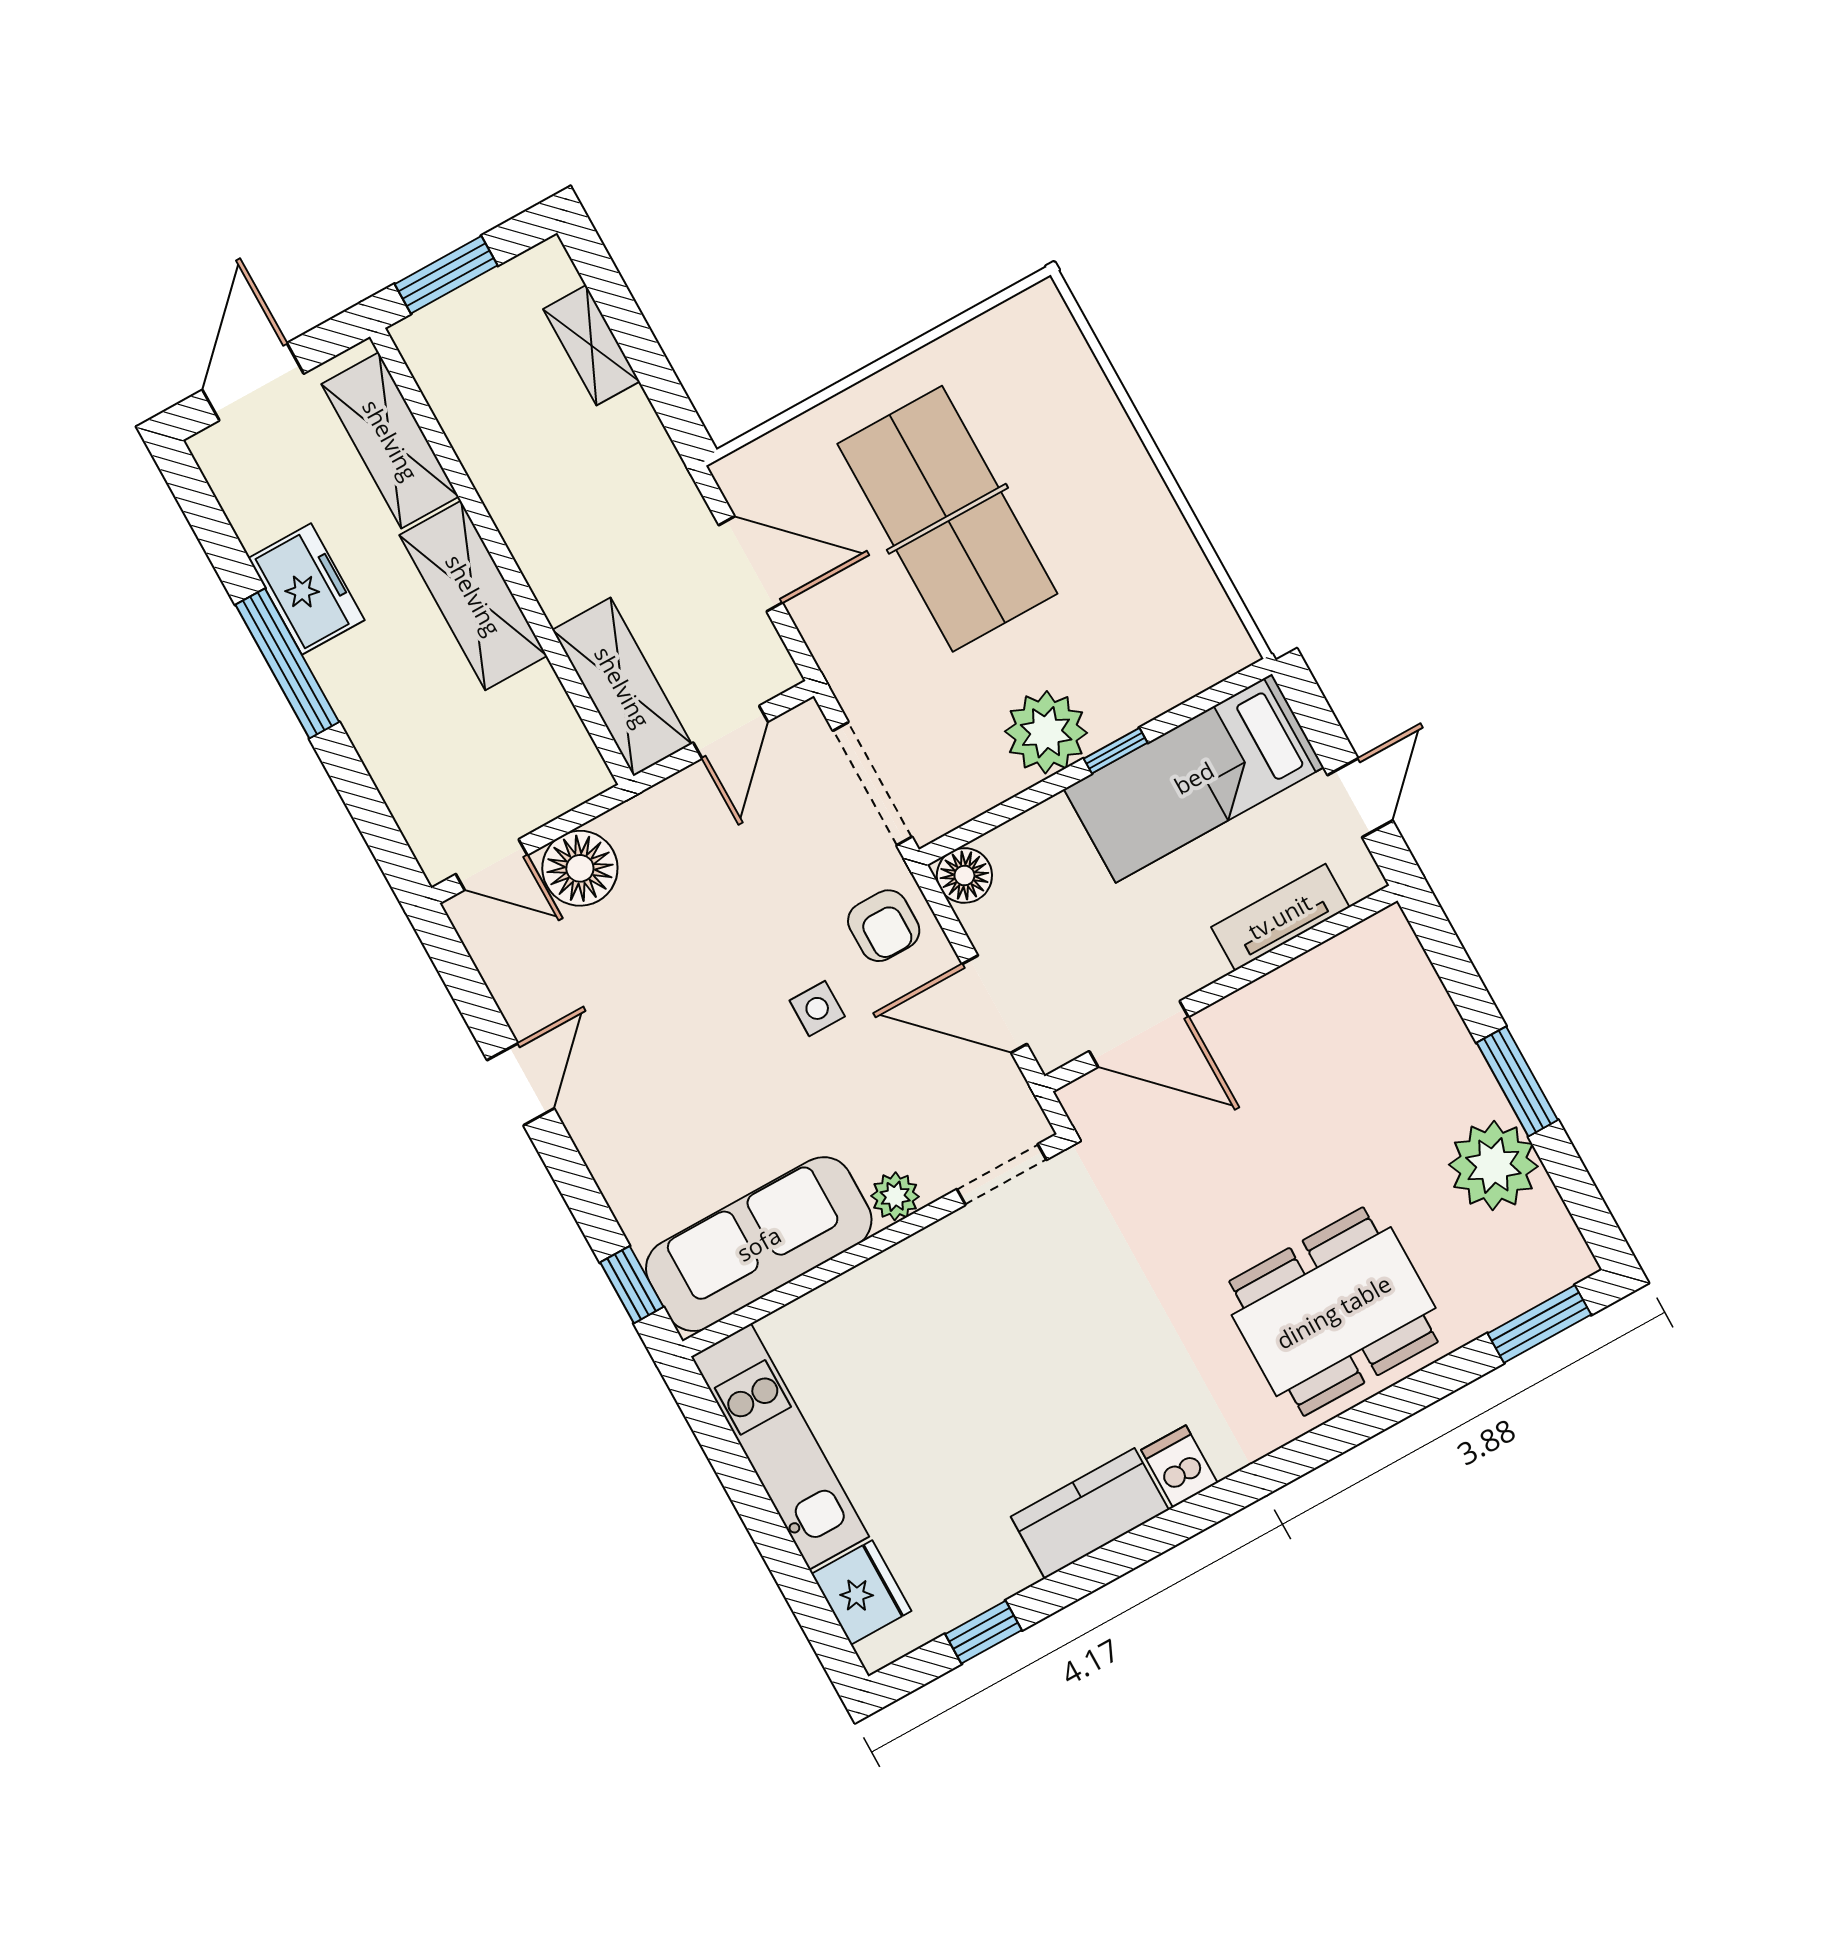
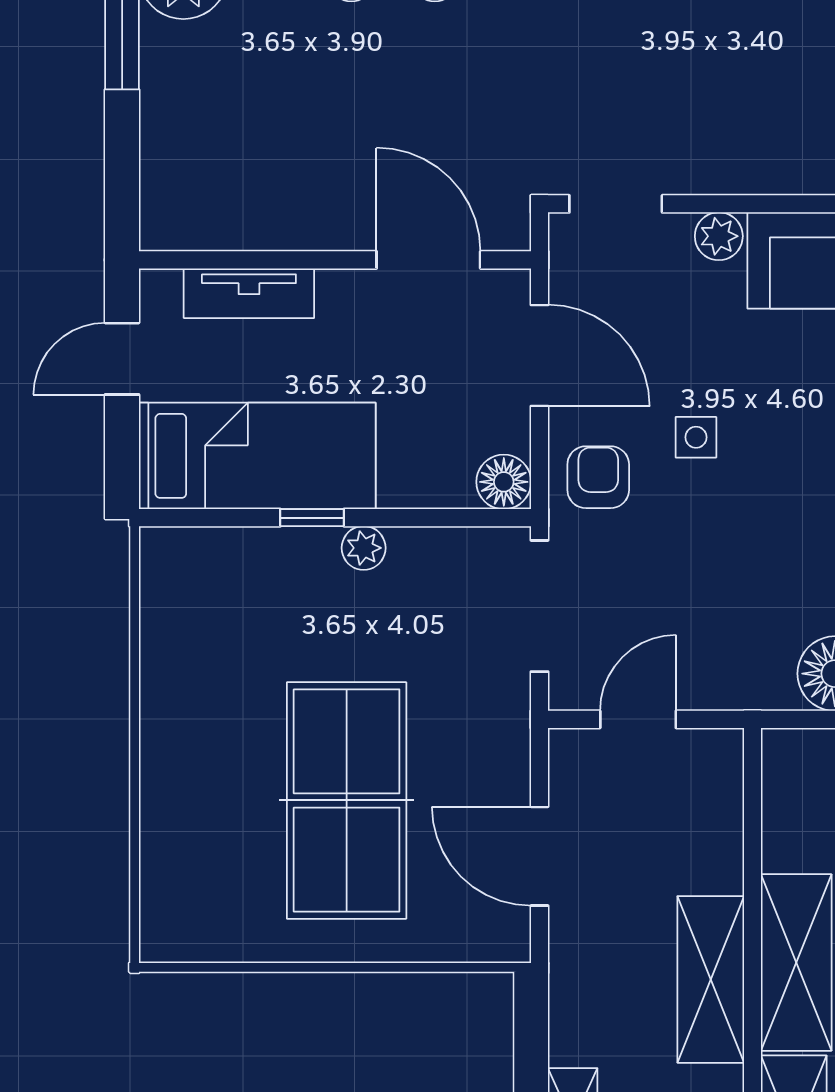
shelving: (622, 687) -> (711, 979), moved
plant: (1046, 732) -> (364, 548), width x0.53, depth x0.53

